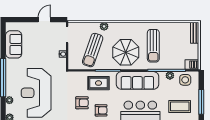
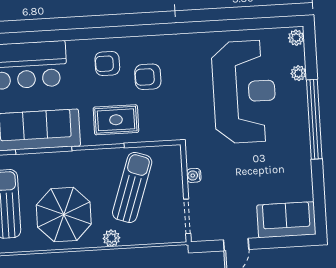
sofa: (14, 44) -> (286, 220), moved, turned 90
parasol: (126, 52) -> (64, 215), moved

